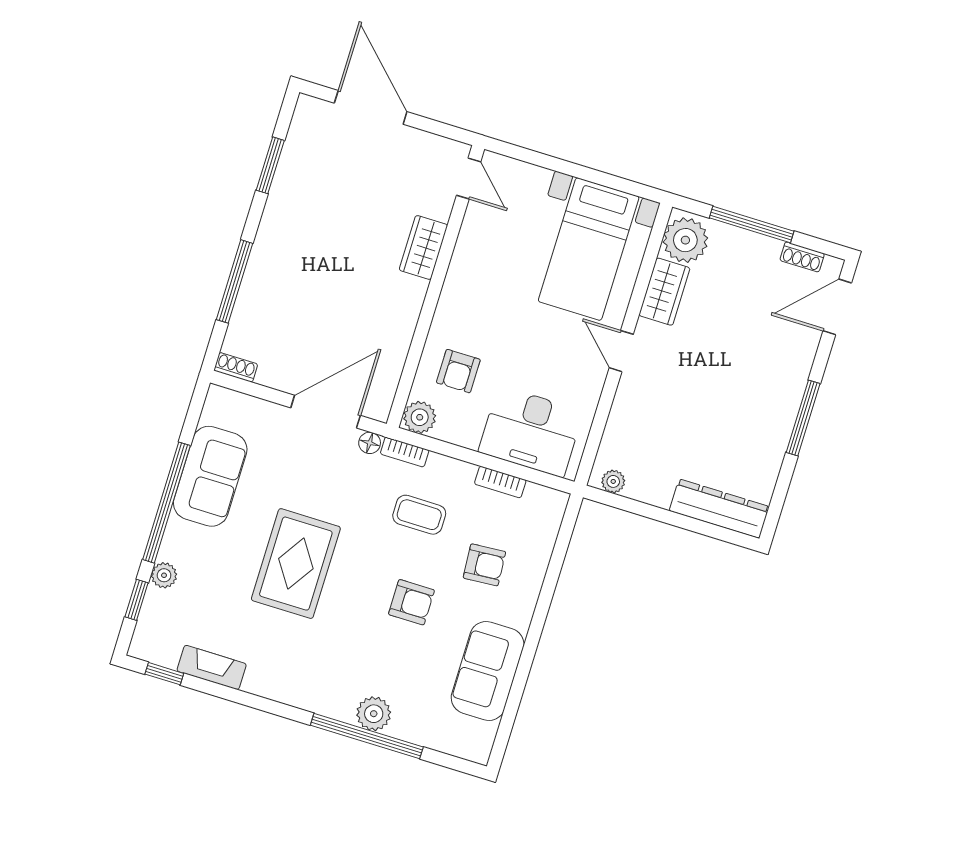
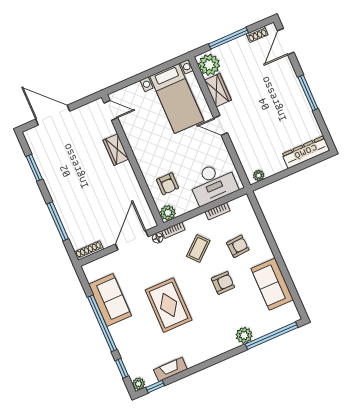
shoe rack: (236, 367) -> (89, 251), width x1.43
coffee table: (419, 515) -> (198, 249), turned -41
plant: (164, 575) -> (139, 384), moved
window: (367, 736) -> (272, 336), moved

